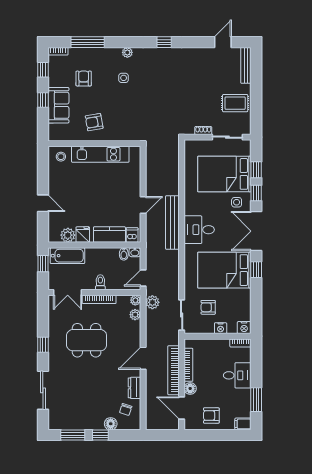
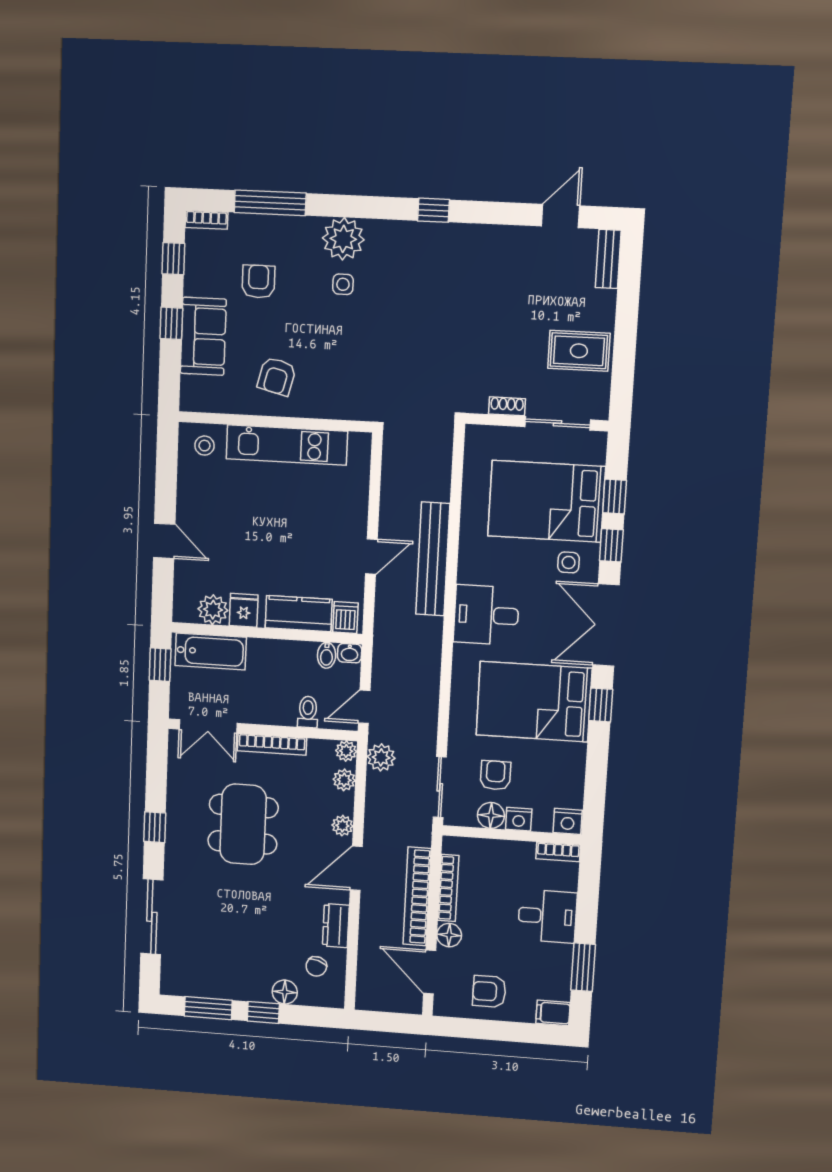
plant: (127, 52) -> (343, 239), width x1.87, depth x1.87
bench: (246, 65) -> (608, 259), width x0.73
armchair: (94, 122) -> (277, 376), turned -66
bench: (172, 223) -> (433, 559), moved
toilet: (100, 282) -> (308, 712), moved
armchair: (208, 307) -> (495, 775), turned 90
floor lamp: (207, 327) -> (491, 815), added
plant: (135, 337) -> (342, 826), added
dining table: (87, 340) -> (243, 824), turned 90

